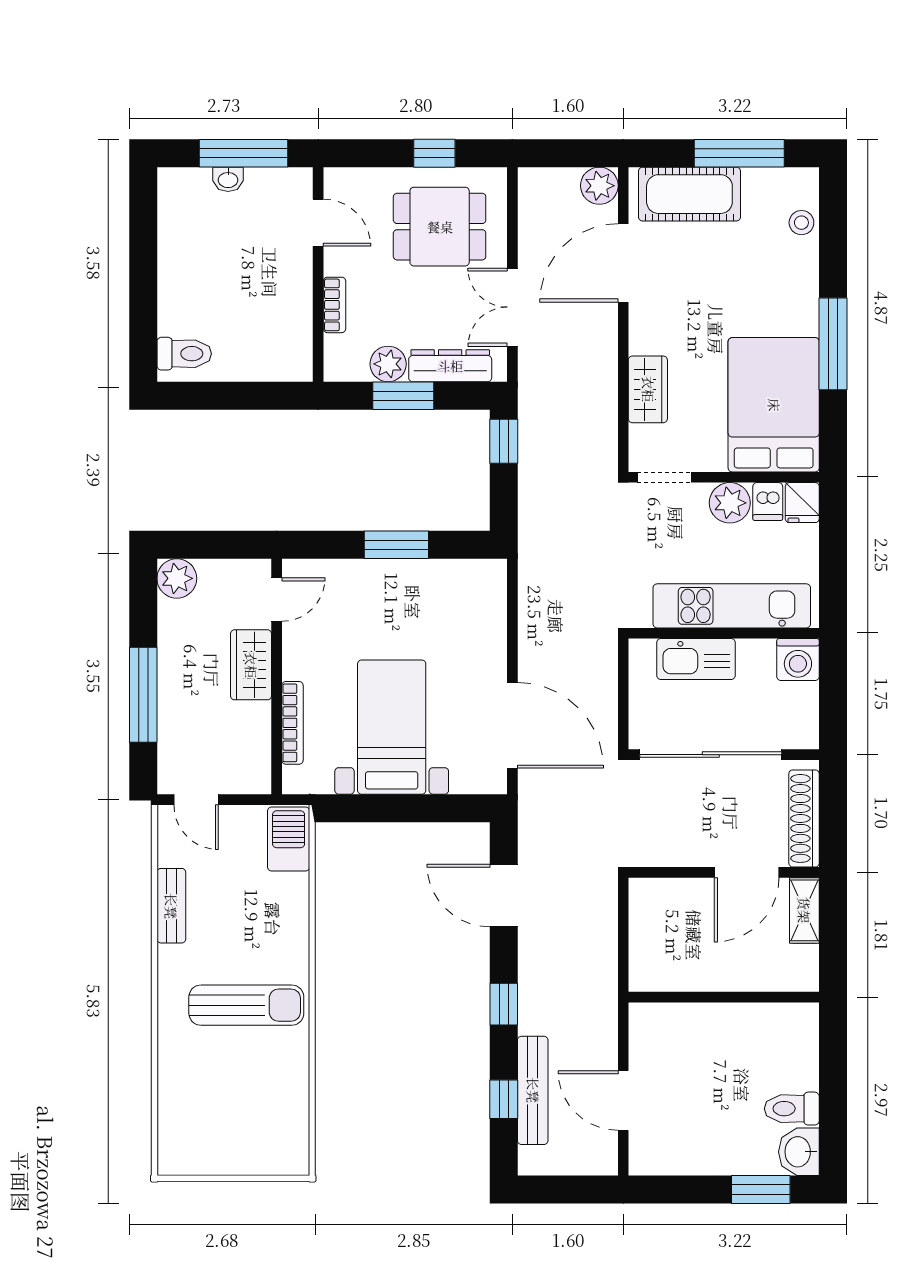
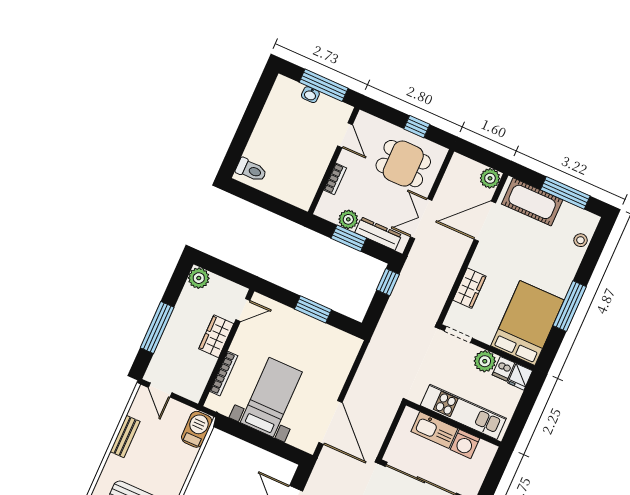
washing machine: (798, 660) -> (465, 444), moved

